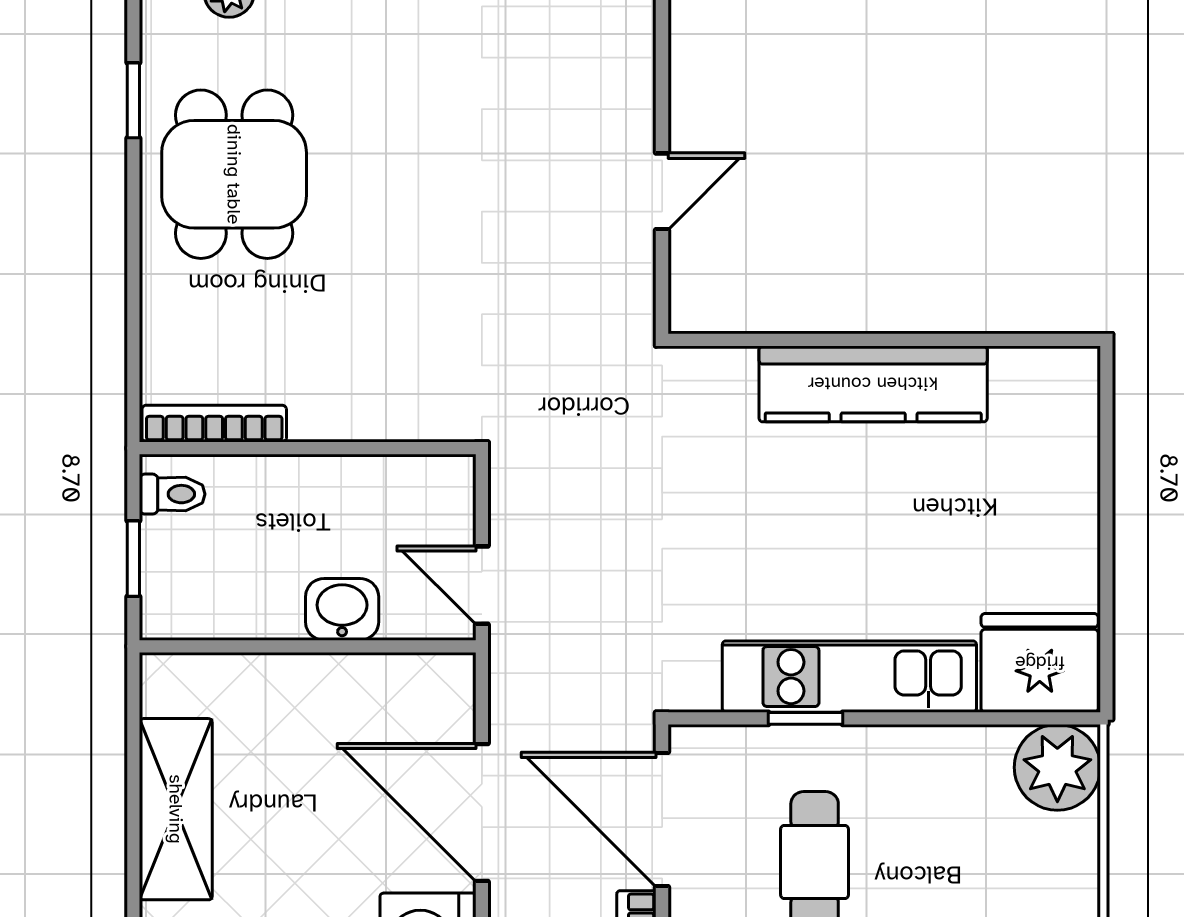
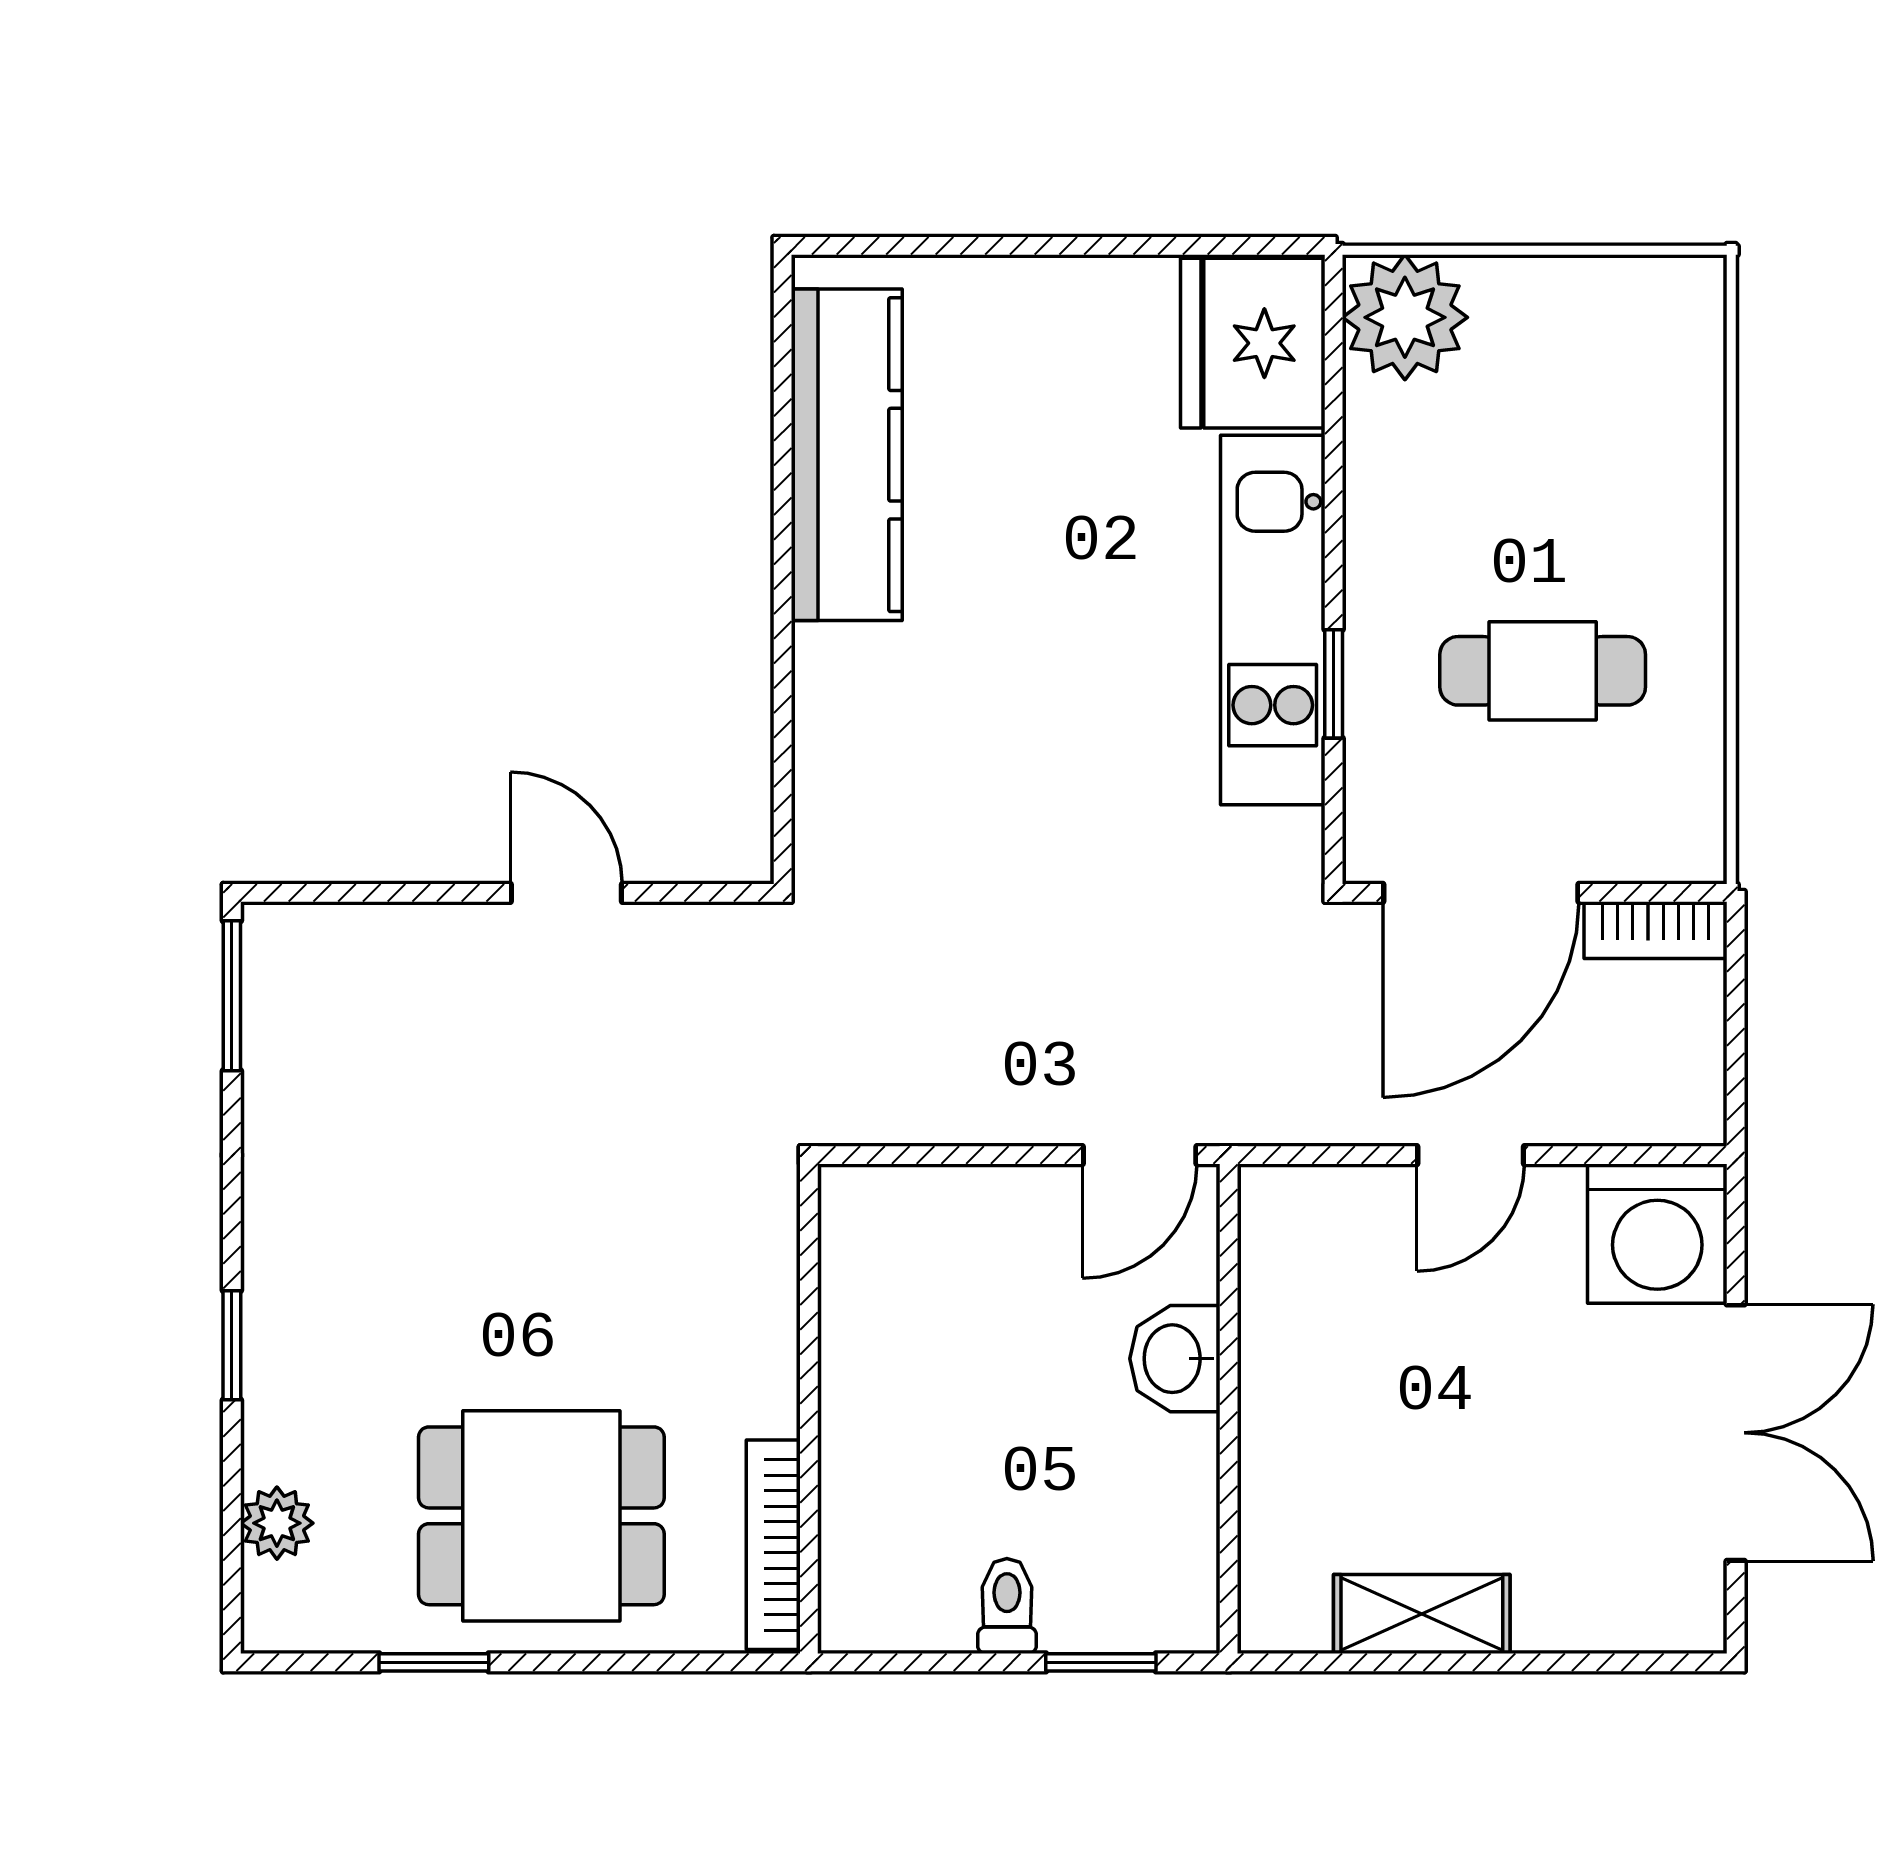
kitchen counter: (873, 384) -> (847, 455), moved
bookcase: (214, 424) -> (773, 1545), moved
wall: (308, 448) -> (809, 1409), moved
shelving: (176, 809) -> (1422, 1614), width x0.67, depth x0.75
door: (482, 812) -> (1471, 1155), width x0.53

